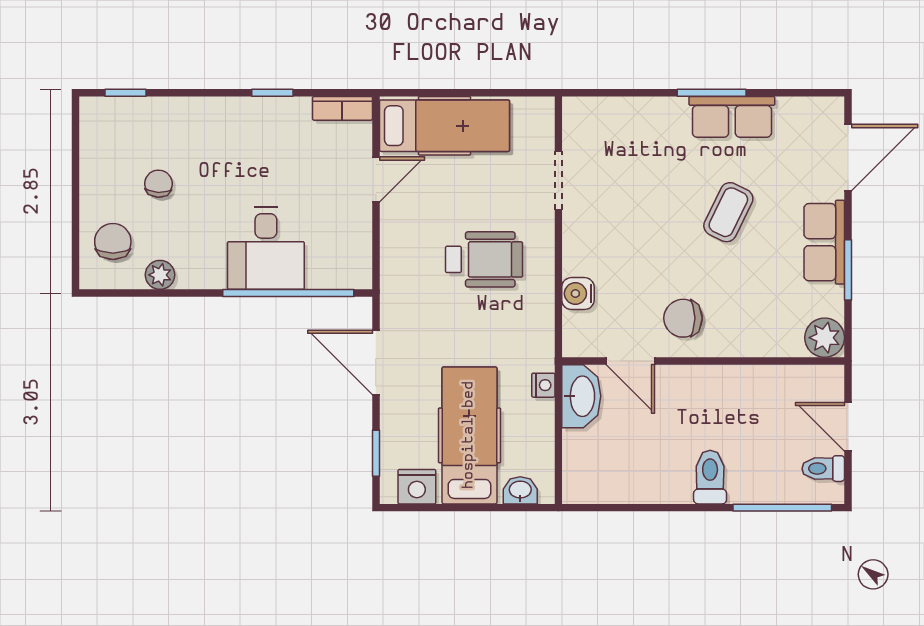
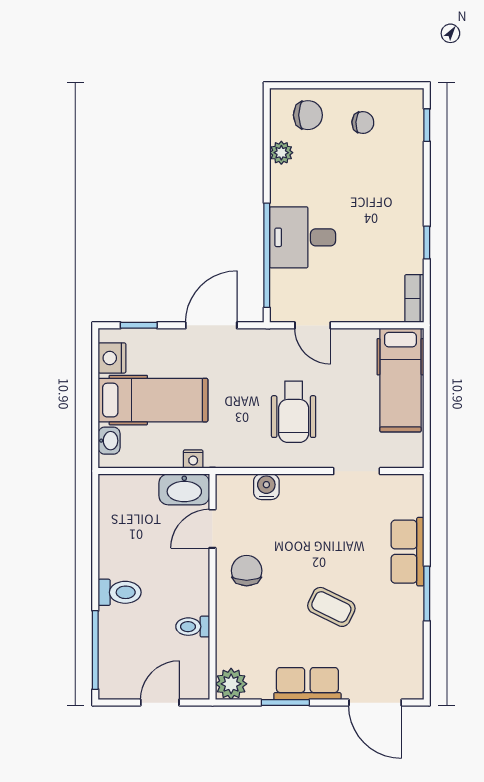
row of seats: (732, 117) -> (408, 552), moved
door: (376, 179) -> (313, 325), moved
chair: (159, 184) -> (363, 123), moved
toilet: (823, 469) -> (193, 627), moved, turned -90

